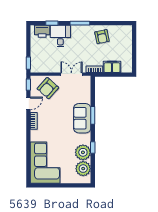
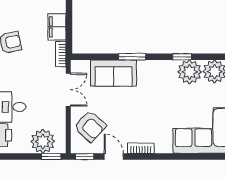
plant: (38, 58) -> (43, 141), added
double door: (71, 74) -> (68, 90), swing flipped
sofa: (82, 118) -> (114, 73), moved

